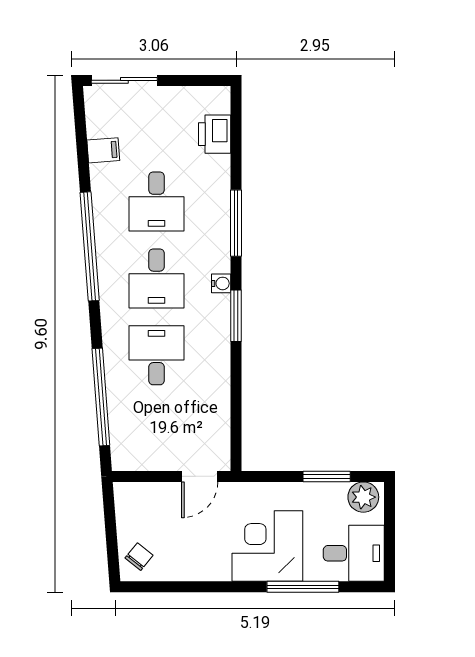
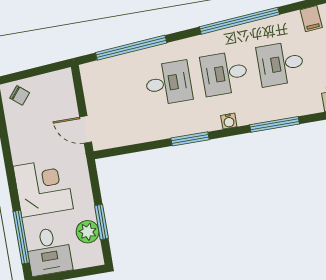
window: (236, 316) -> (190, 139), moved
plant: (363, 497) -> (88, 232), moved
window: (303, 587) -> (21, 237), moved

